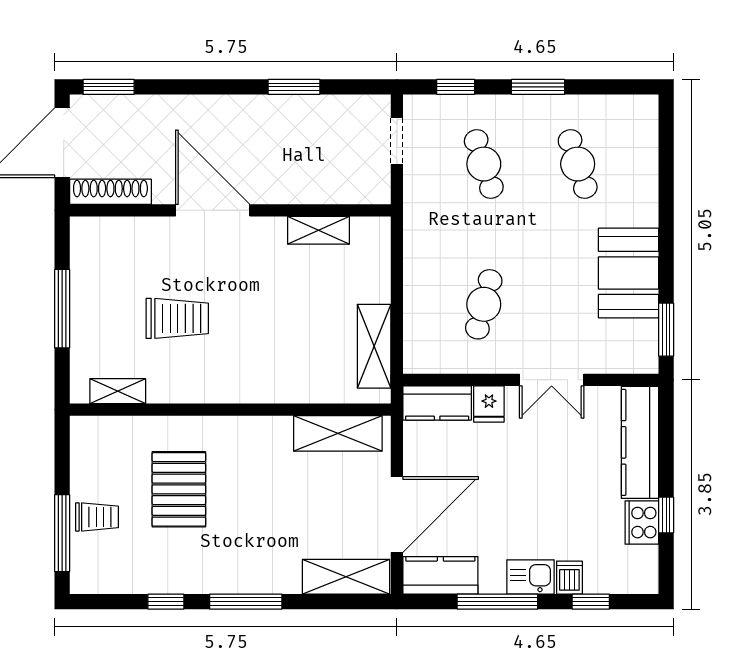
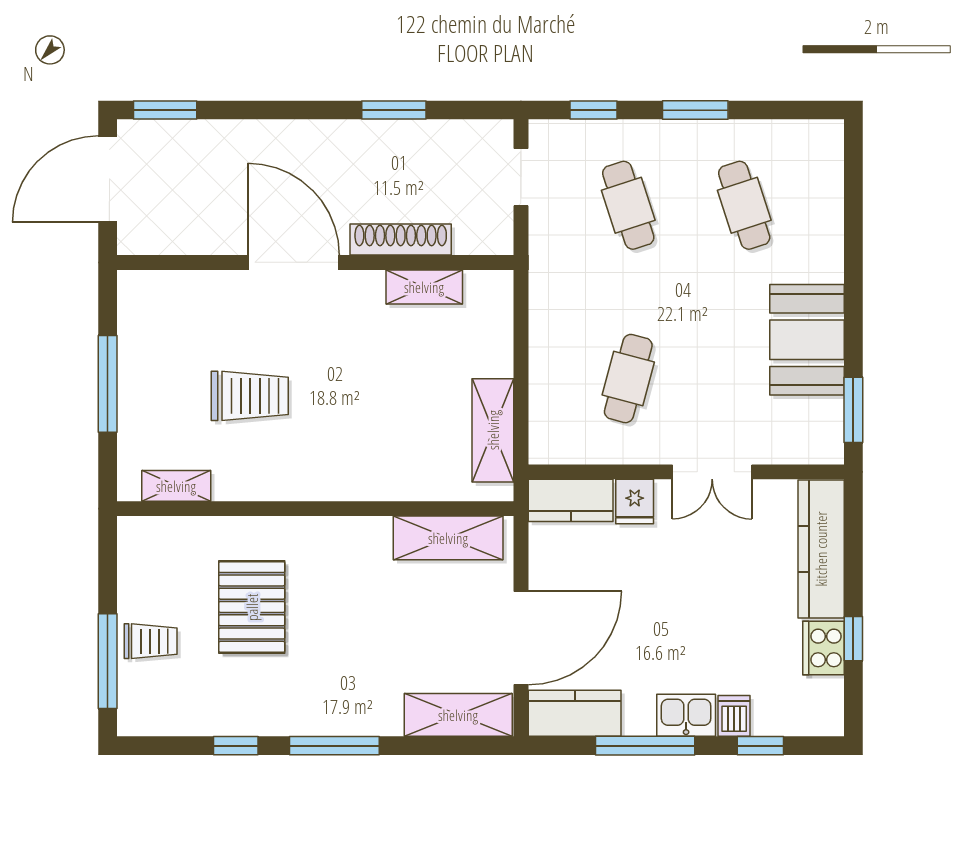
shoe rack: (110, 192) -> (401, 240), moved

